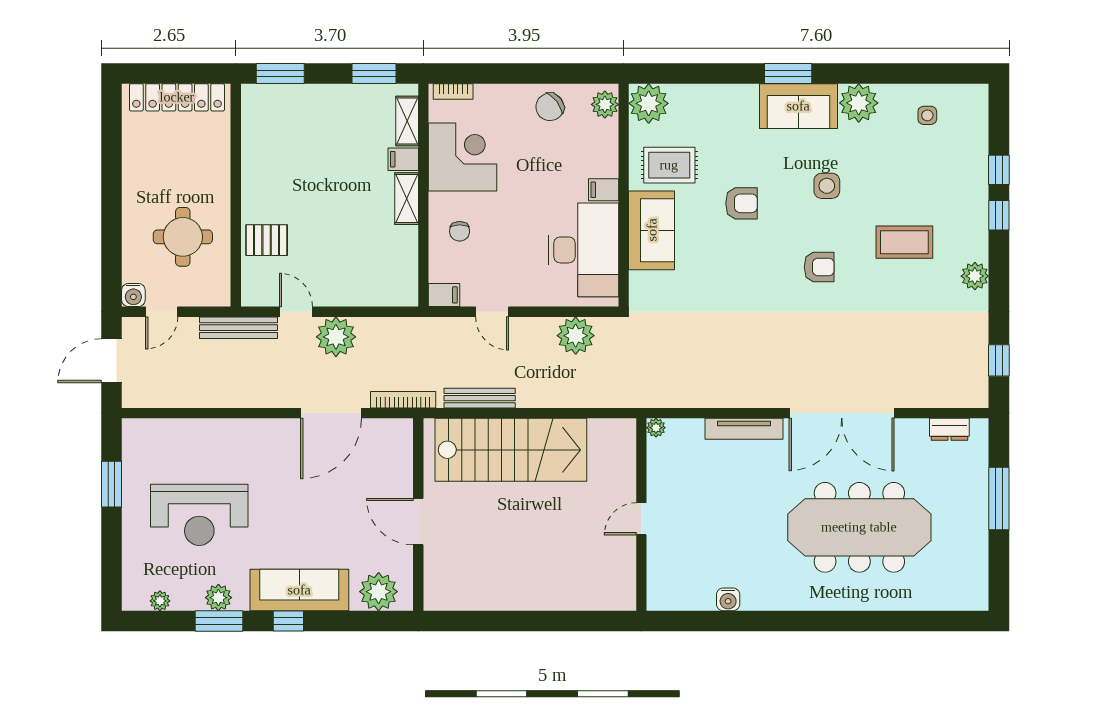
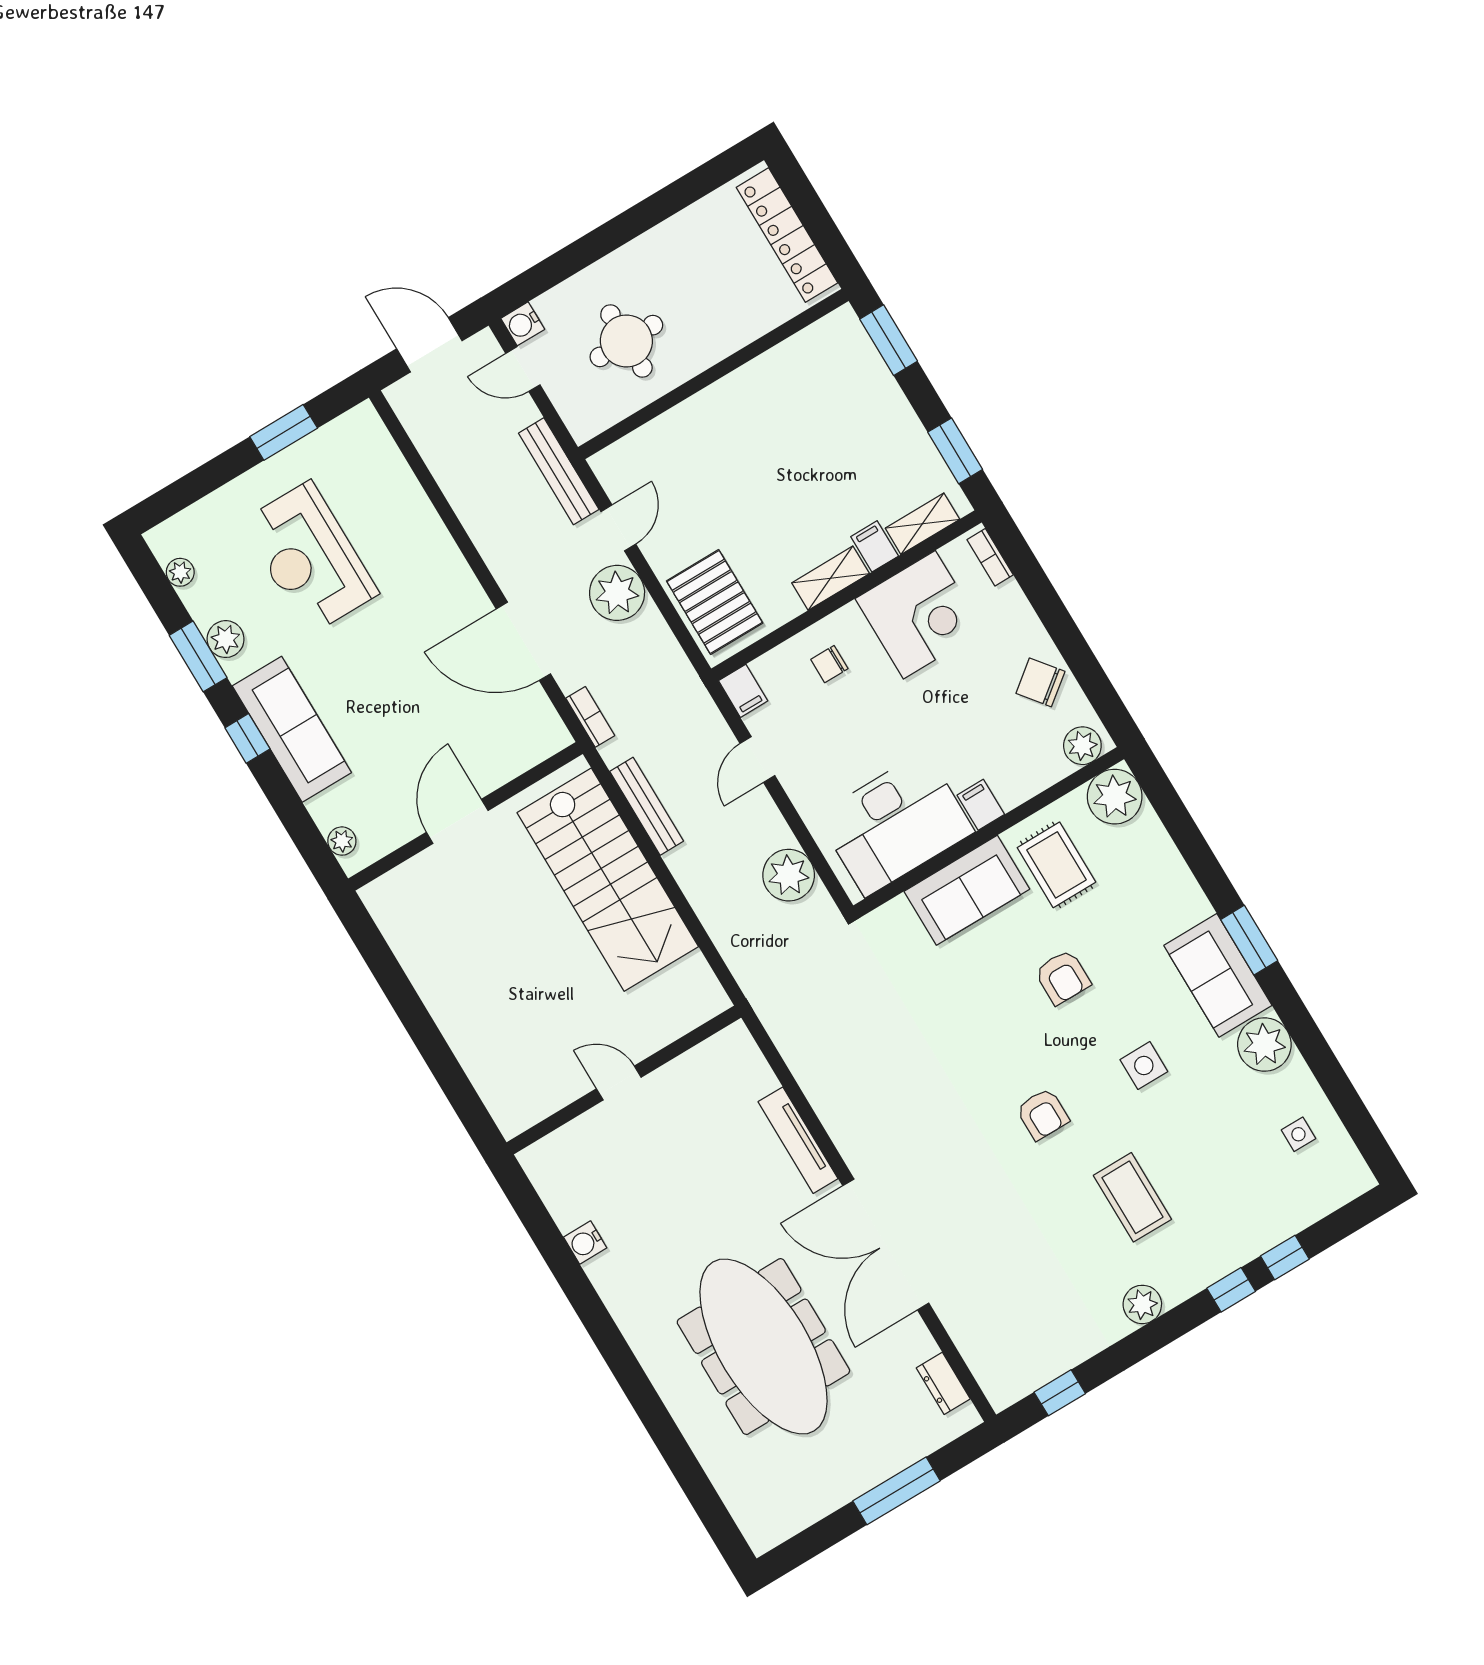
pallet: (267, 240) -> (715, 602), moved, width x1.50, depth x1.42
bookcase: (403, 400) -> (590, 717), width x0.64
plant: (656, 428) -> (737, 1035), removed
plant: (379, 592) -> (342, 841), width x0.53, depth x0.53

